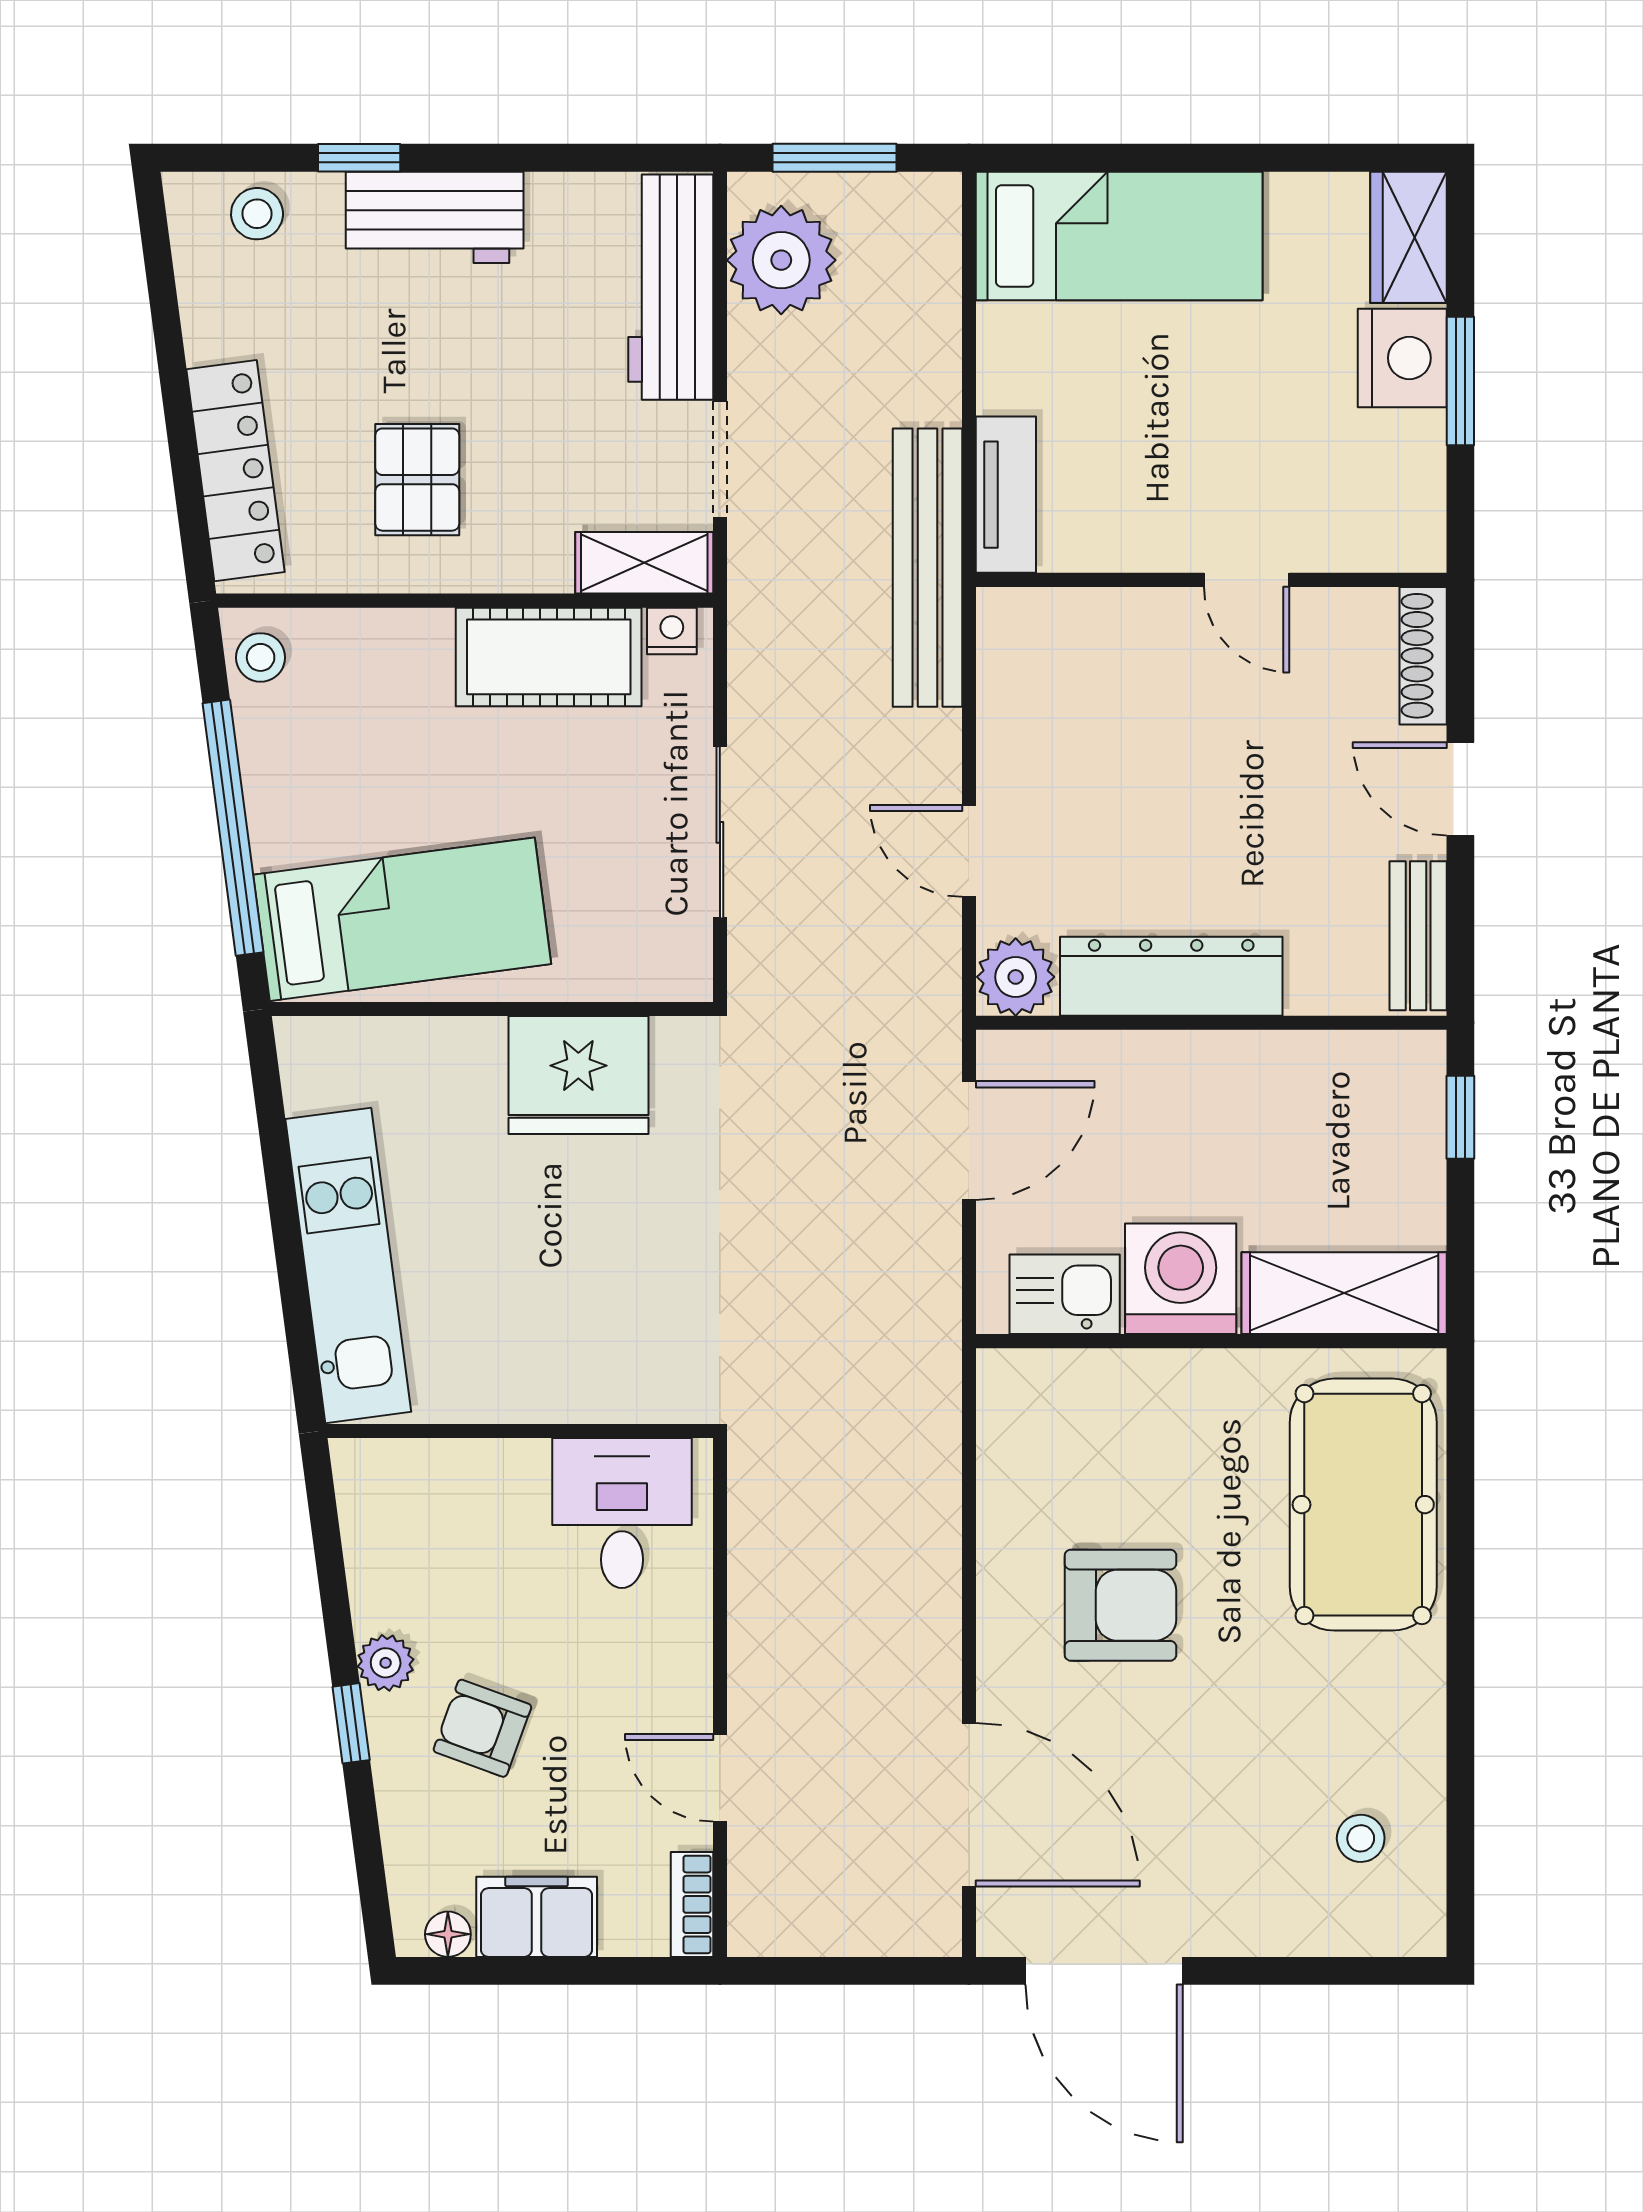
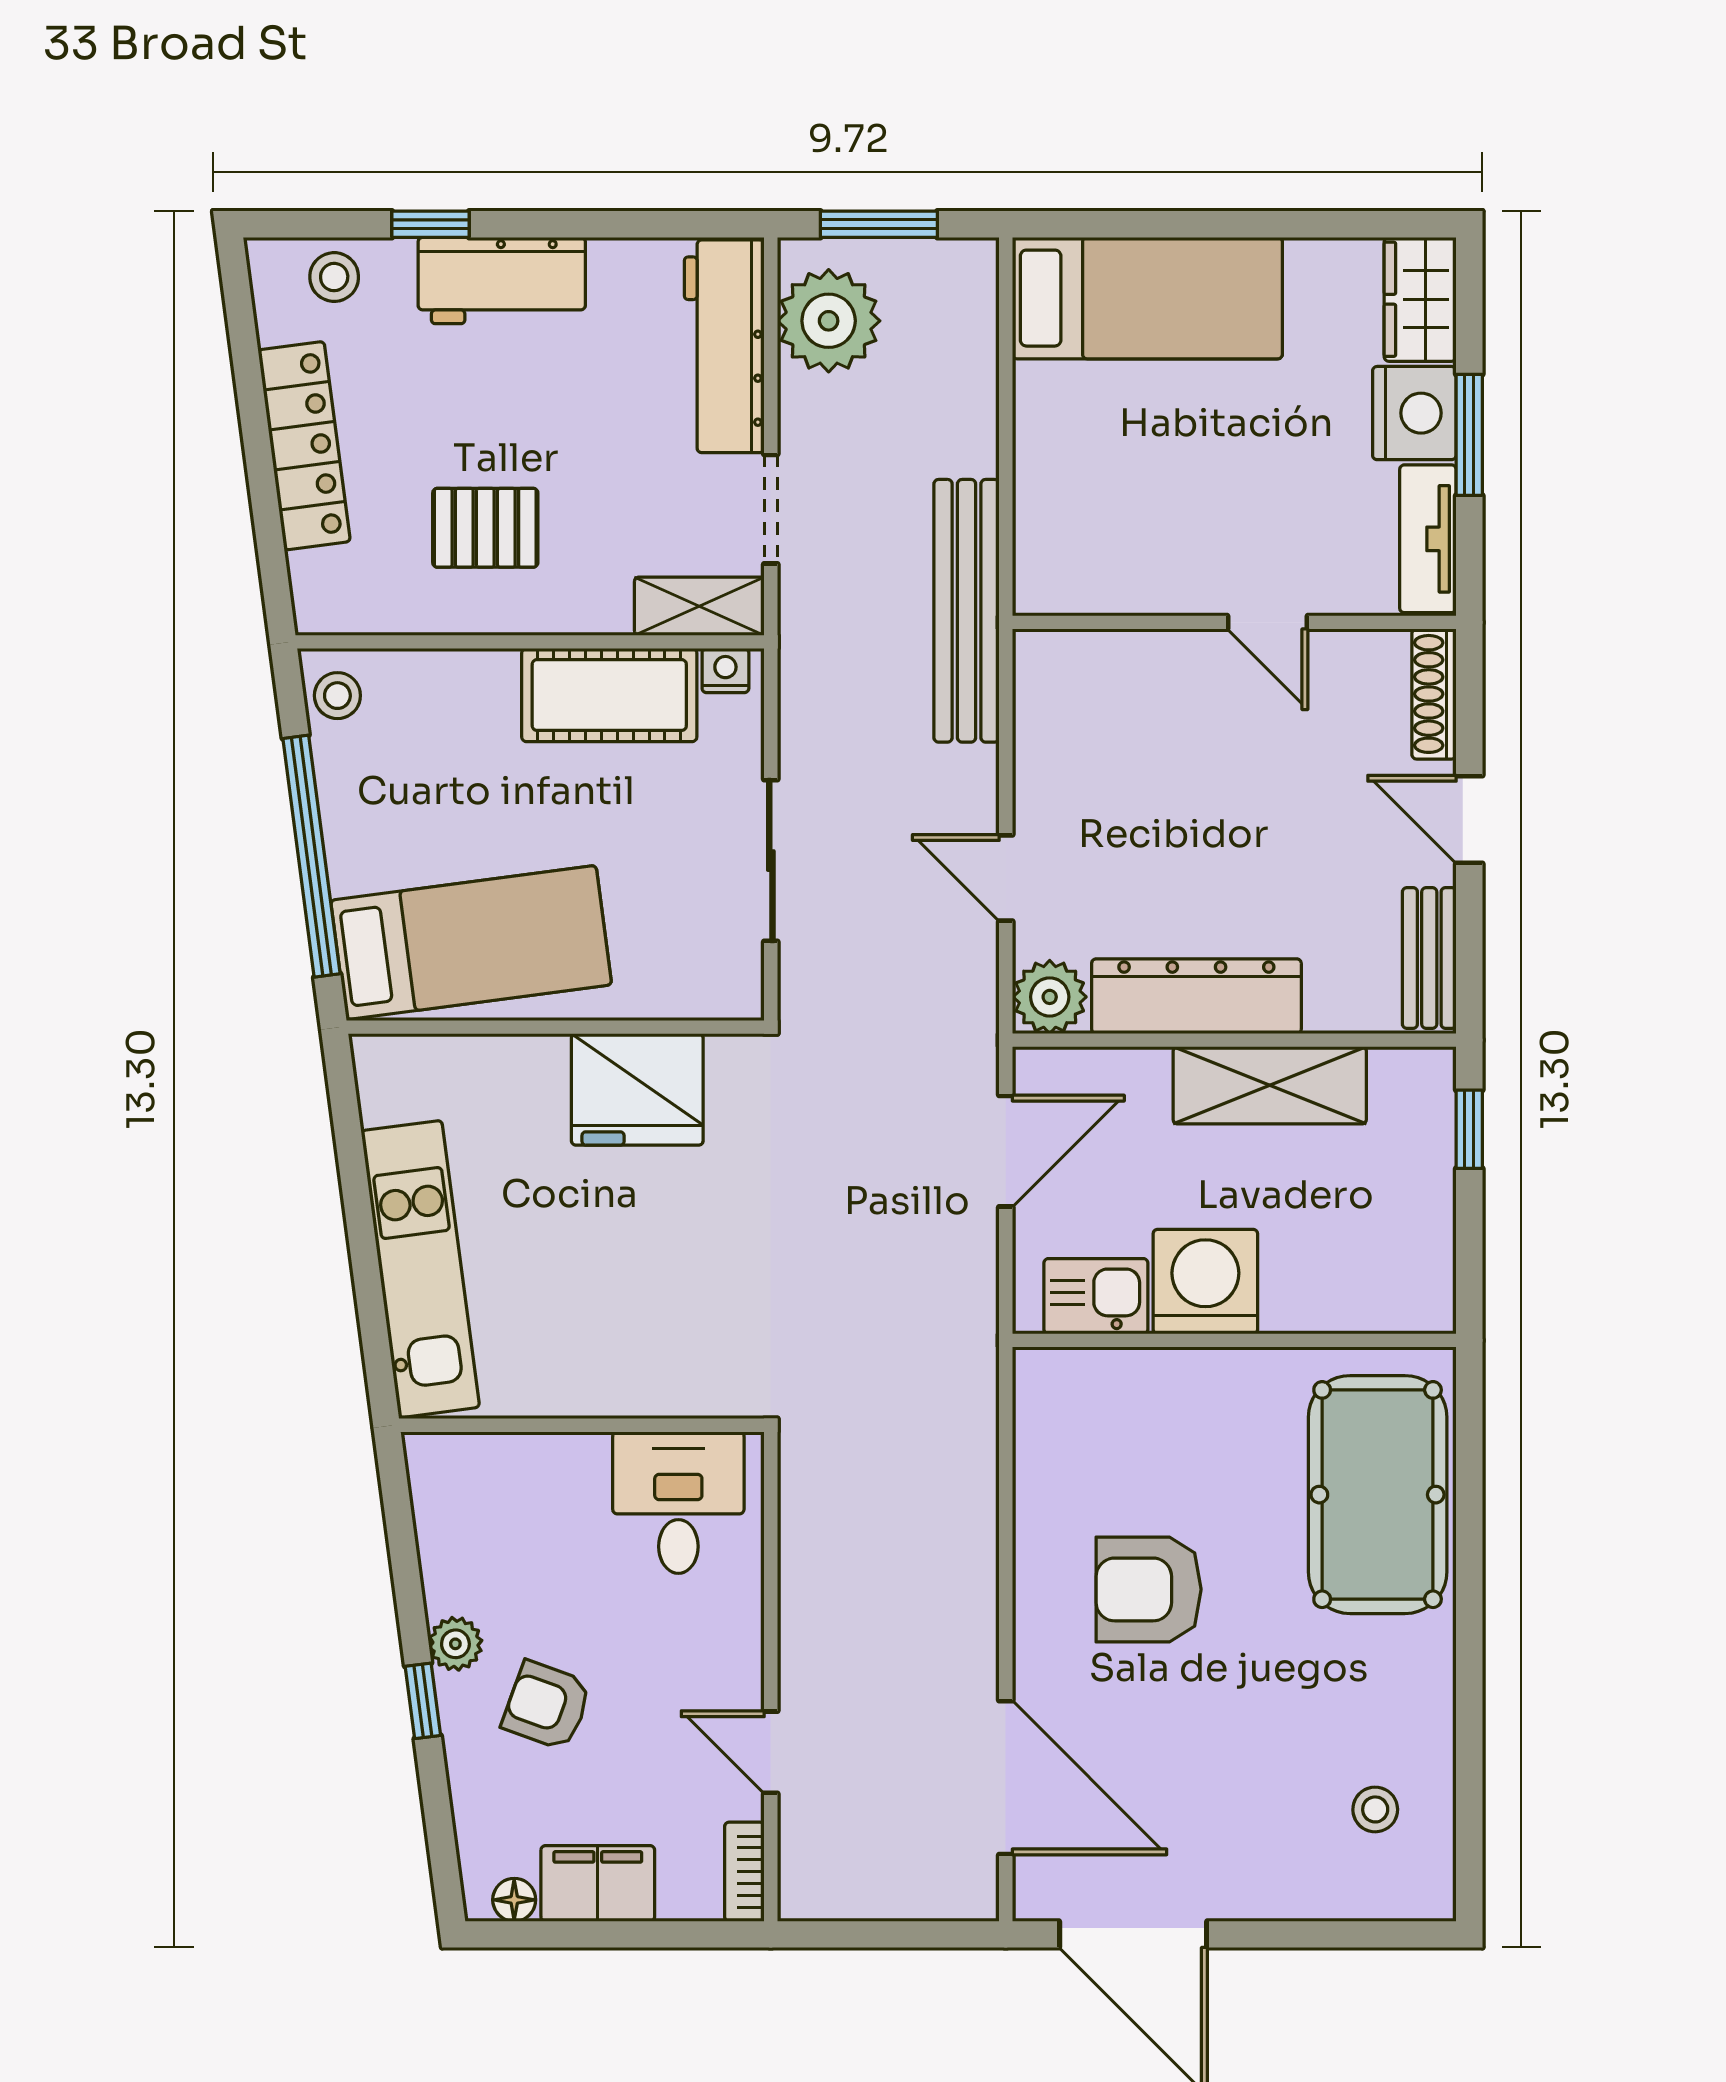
locker: (236, 471) -> (304, 446), moved
pallet: (417, 480) -> (485, 528), turned 90
tv unit: (1006, 495) -> (1428, 539), moved, turned 180
shelving: (1344, 1293) -> (1270, 1085), moved
armchair: (1120, 1605) -> (1149, 1589), turned 180

